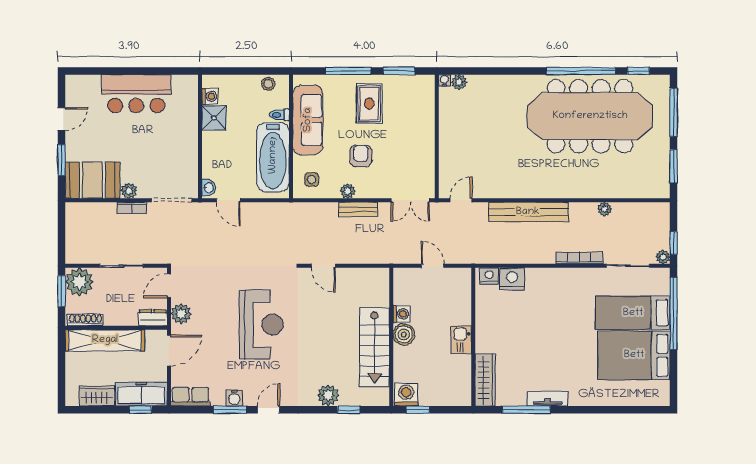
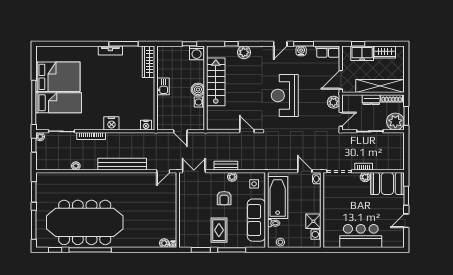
nightstand: (512, 279) -> (111, 123), moved
dresser: (153, 318) -> (371, 100), moved
freezer: (141, 394) -> (362, 53), width x0.71

